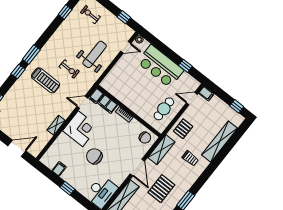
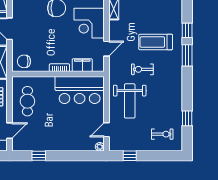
bar counter: (160, 66) -> (80, 90), moved, turned 180
filing cabinet: (96, 96) -> (99, 64), removed

